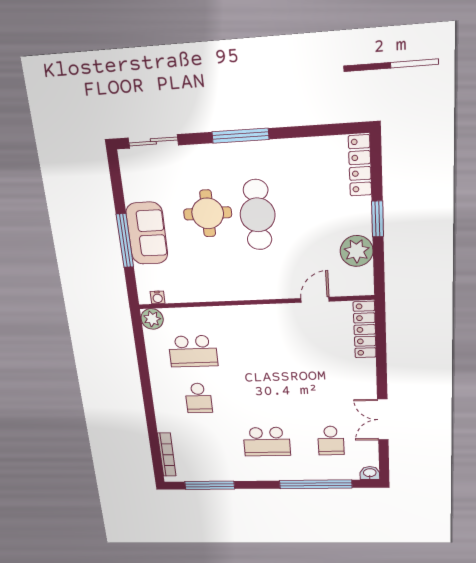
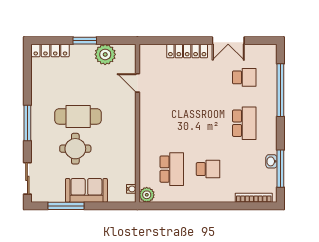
window: (125, 241) -> (66, 206), moved
locker: (365, 330) -> (187, 51), moved
washbasin: (370, 473) -> (271, 161), moved

